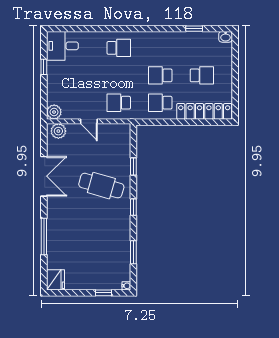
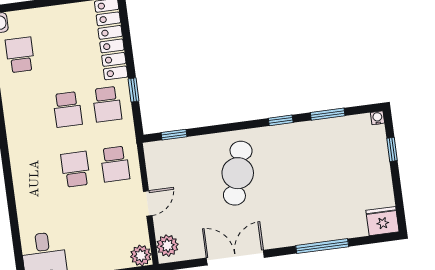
school desk: (119, 48) -> (76, 169), moved
school desk: (202, 75) -> (20, 55), moved
window: (168, 122) -> (134, 90), added
window: (133, 166) -> (174, 135), moved
window: (133, 207) -> (281, 120), moved

